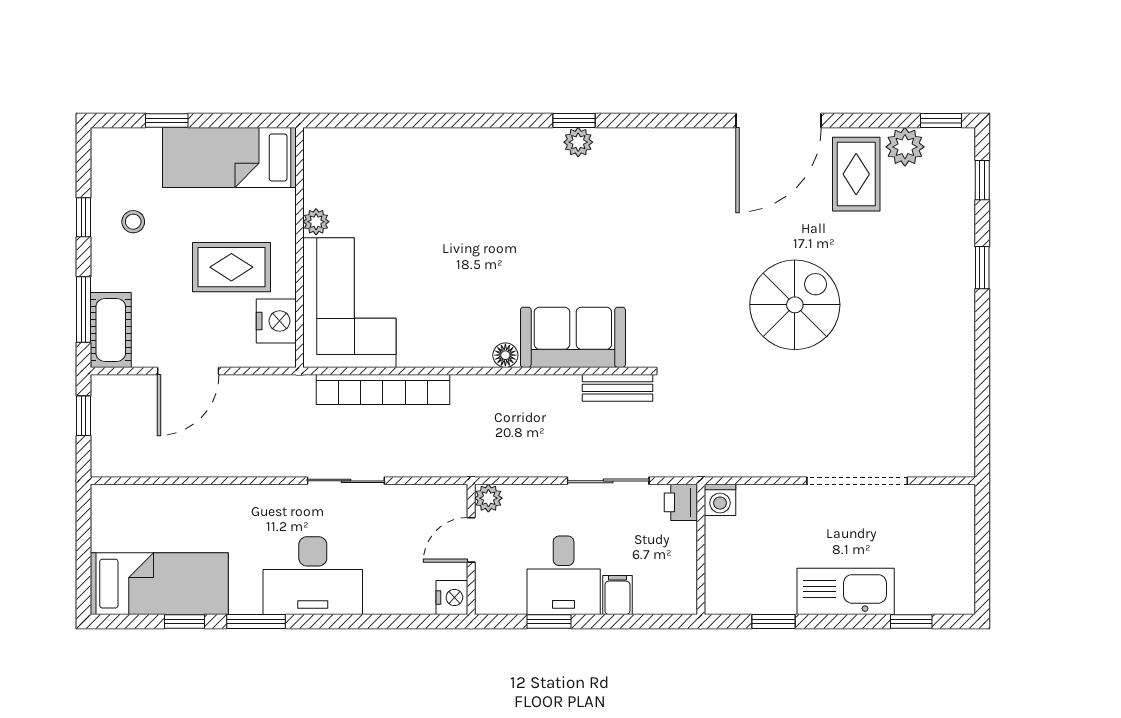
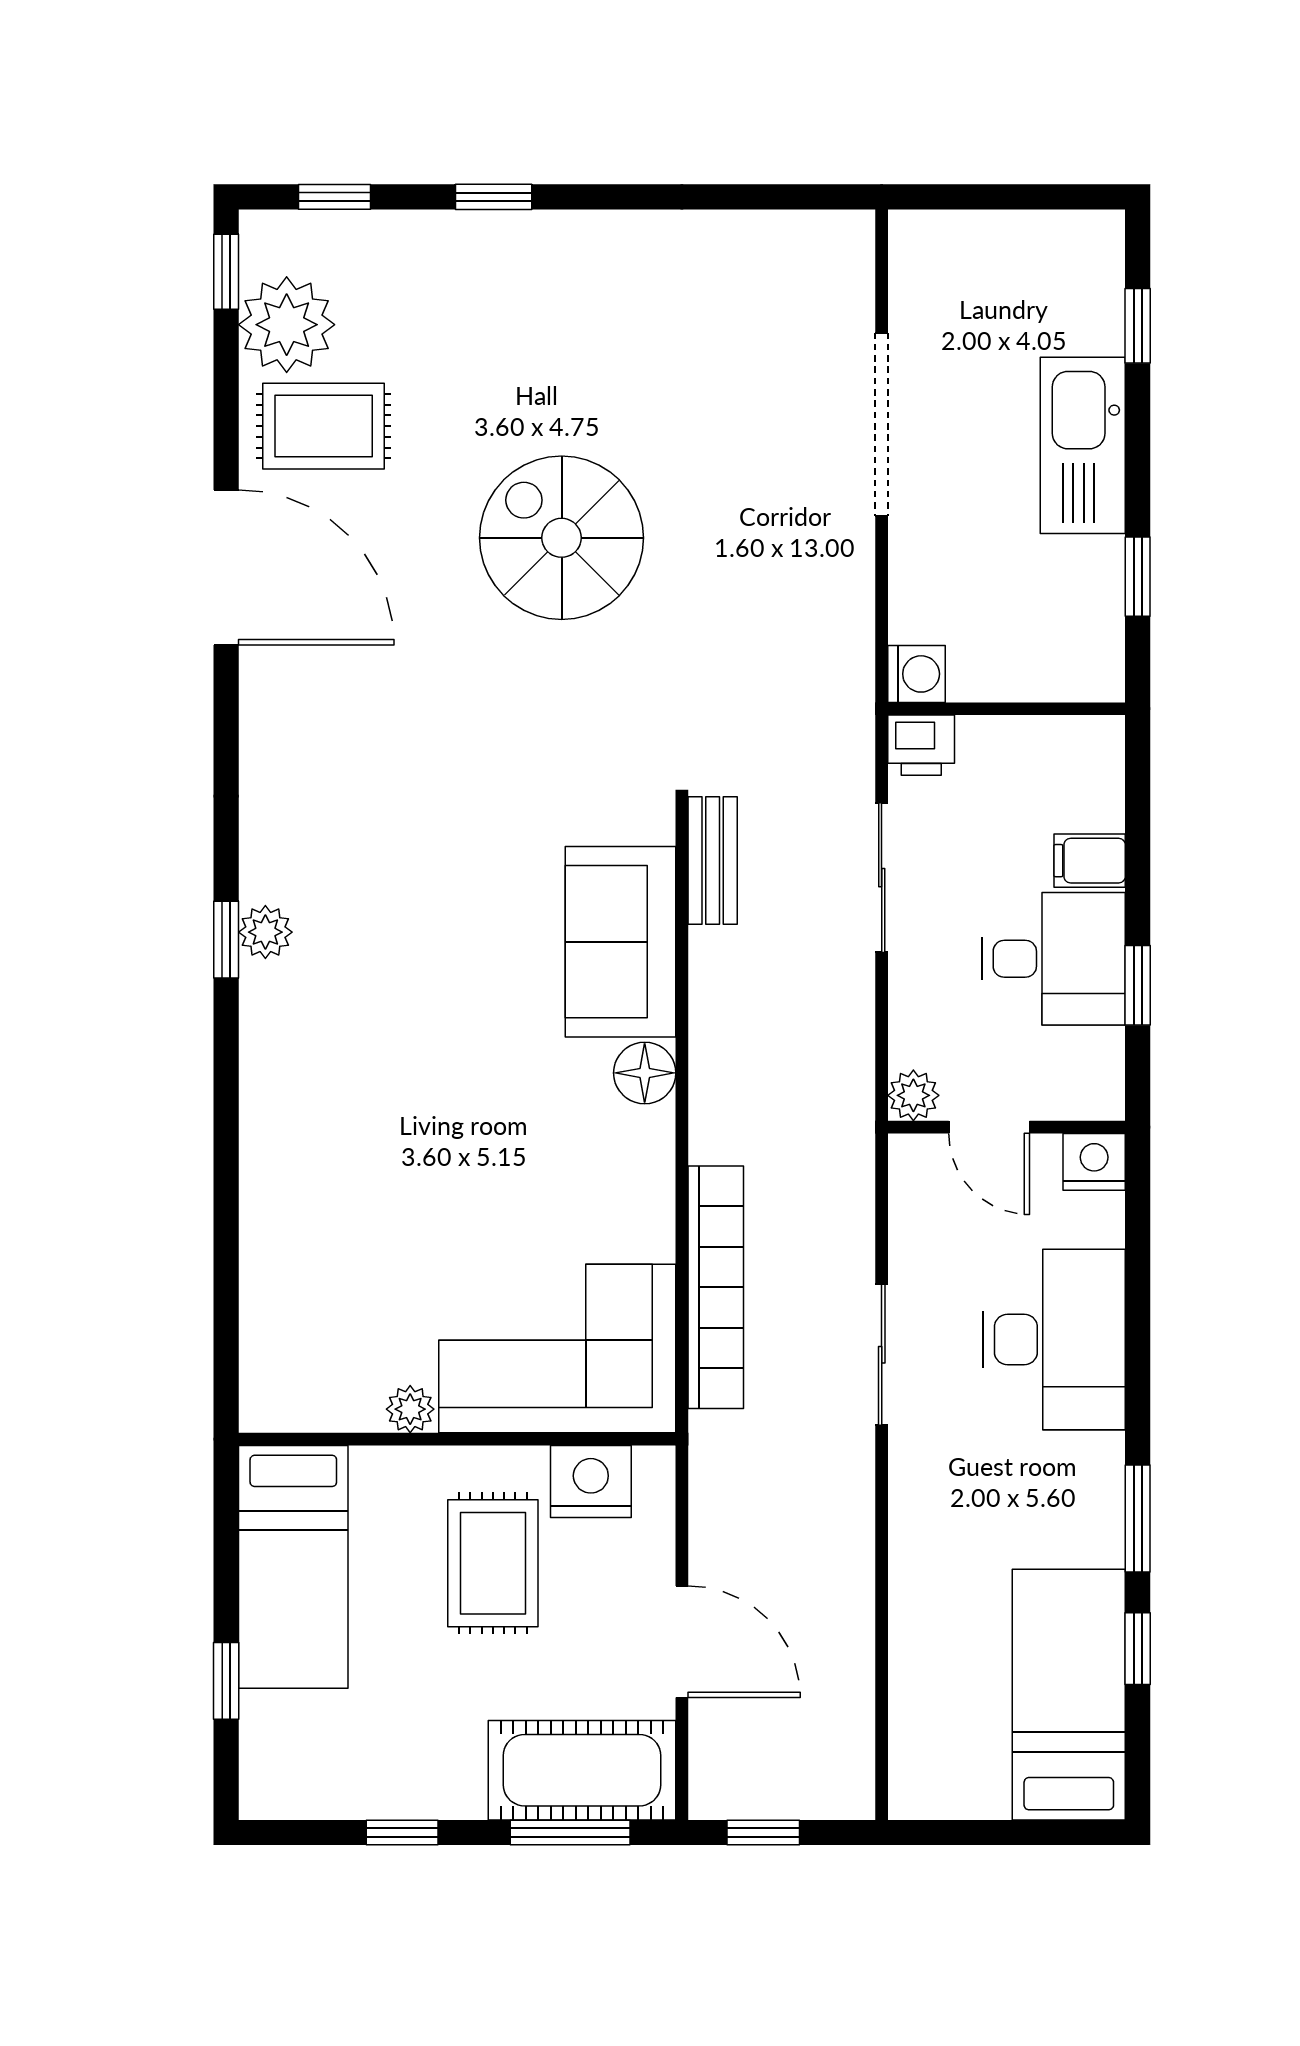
plant: (905, 147) -> (287, 325), width x1.36, depth x1.36
stool: (133, 222) -> (410, 1742), removed
cot: (111, 330) -> (582, 1770), width x1.37, depth x1.34
floor lamp: (505, 355) -> (645, 1073), width x1.37, depth x1.37
desk: (313, 576) -> (1054, 1340), moved

